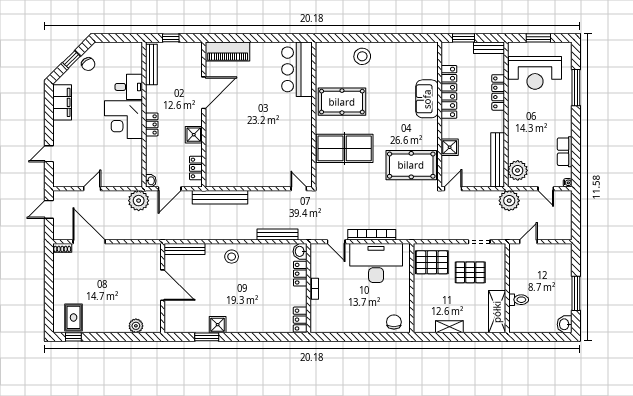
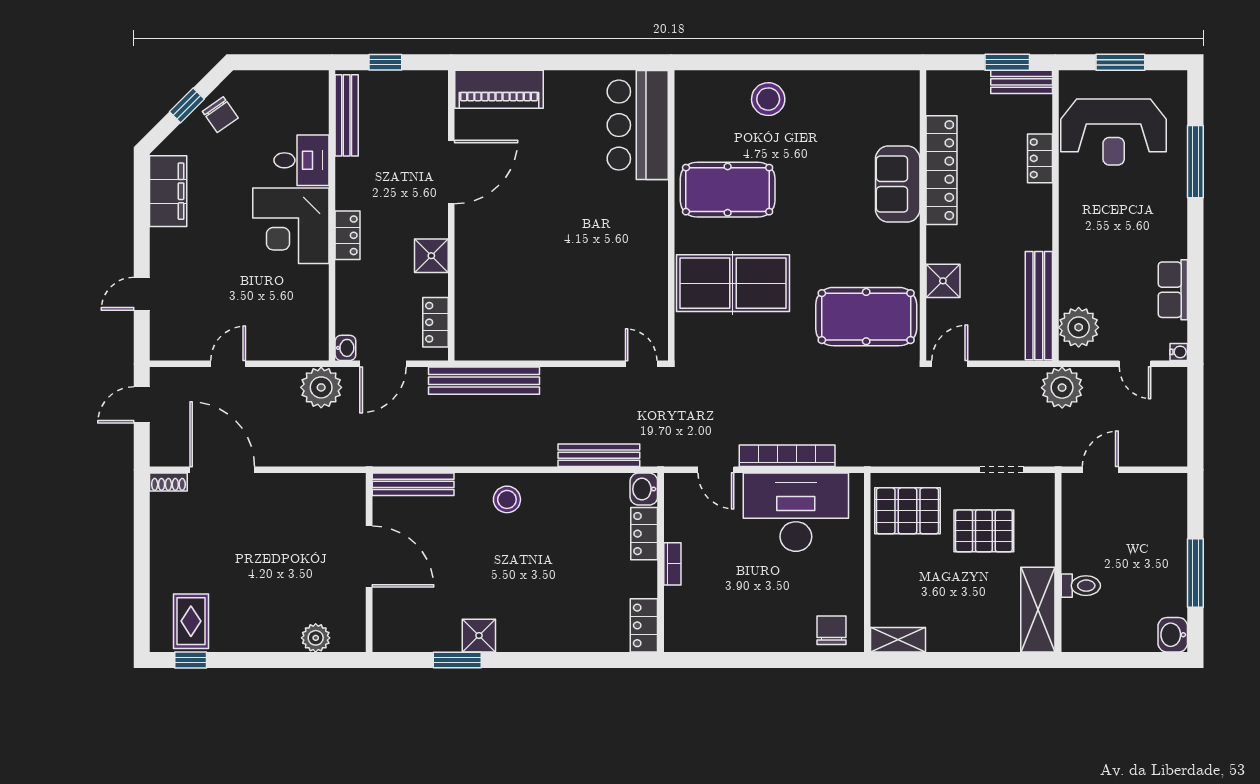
window: (464, 38) -> (1007, 62), moved
locker: (498, 92) -> (1040, 158), width x0.66
shelving: (449, 327) -> (898, 640), moved

